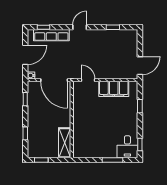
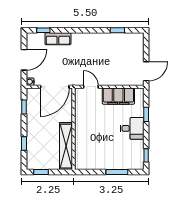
door: (80, 27) -> (82, 30), removed
row of seats: (51, 35) -> (58, 39), width x0.68
door: (54, 80) -> (55, 87), hinge flipped
shelving: (65, 143) -> (66, 146), width x1.47
desk: (127, 147) -> (132, 128), moved, turned -90

